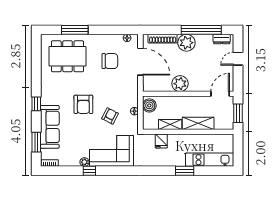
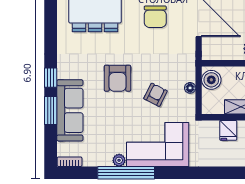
chair: (110, 61) -> (155, 17), turned 90
window: (36, 142) -> (51, 111), moved
window: (89, 171) -> (126, 173), width x3.17

